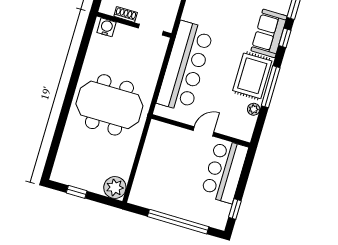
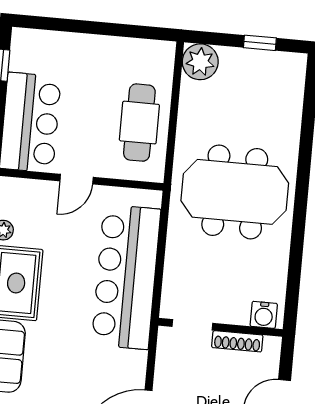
shoe rack: (126, 14) -> (237, 341), width x1.43
cafe table: (159, 158) -> (139, 123), added
window: (178, 222) -> (89, 27), removed

